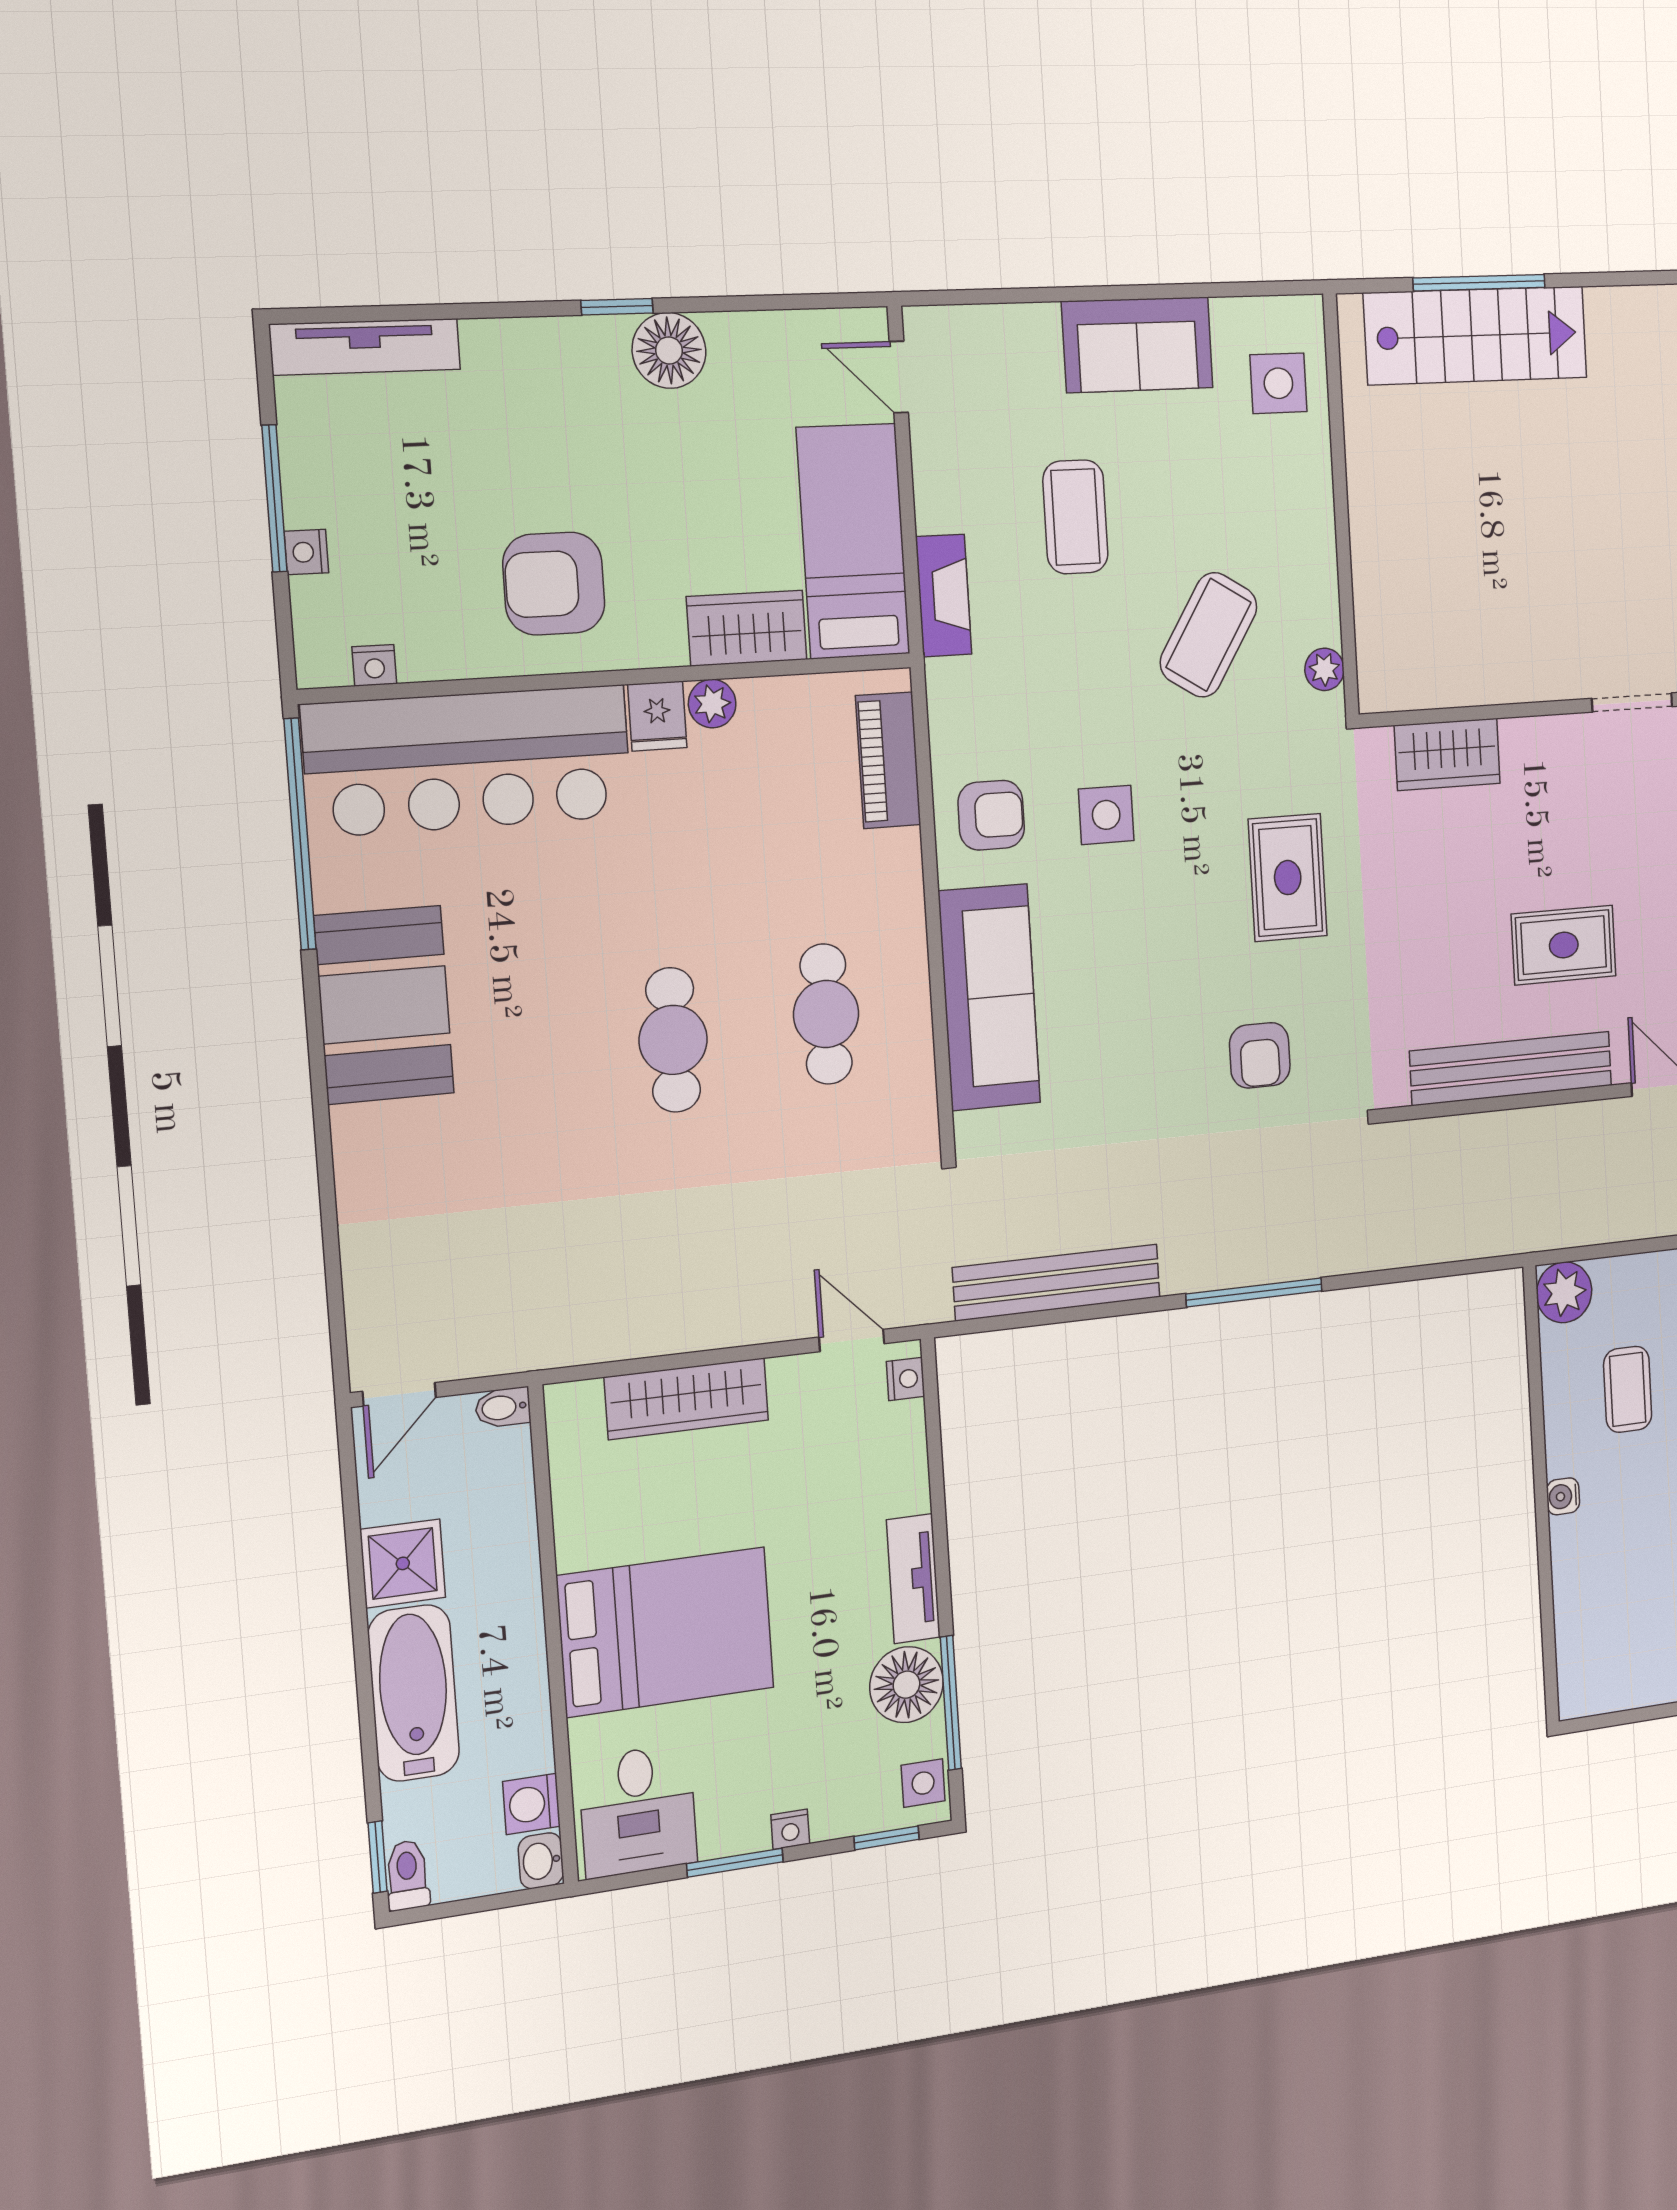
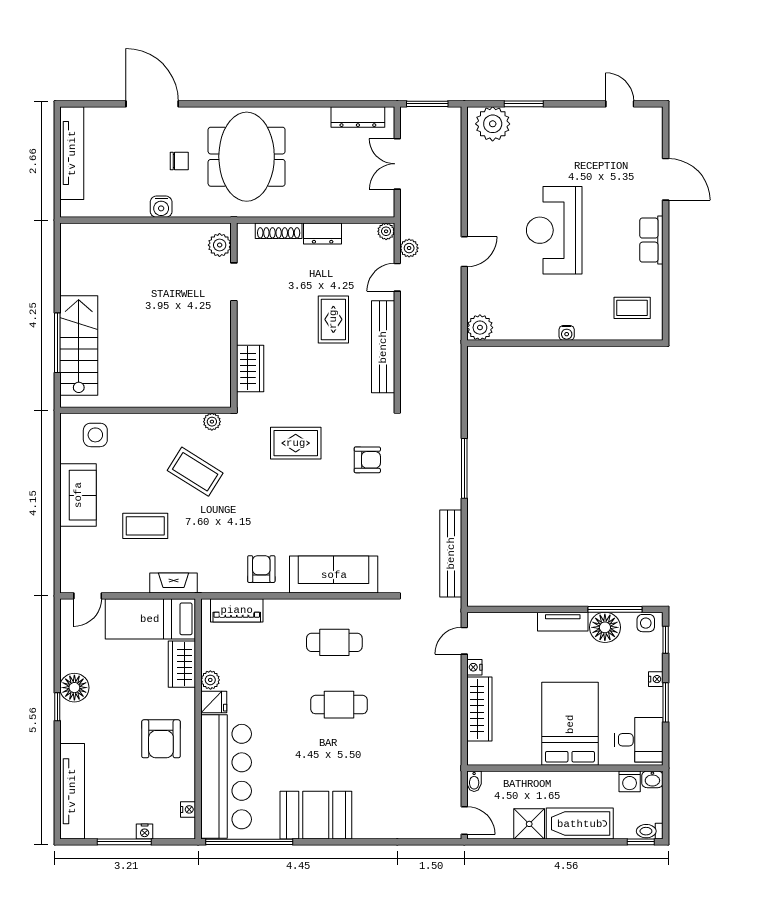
tv unit: (365, 347) -> (72, 791), width x1.36, depth x1.29
side table: (1106, 815) -> (265, 520), removed
nightstand: (906, 1379) -> (474, 667), moved, turned -90
coffee table: (1628, 1389) -> (632, 308), moved

